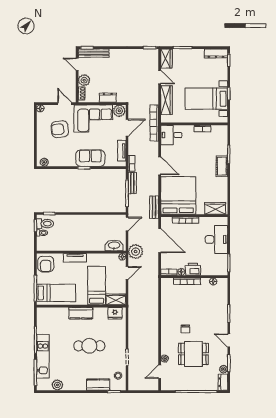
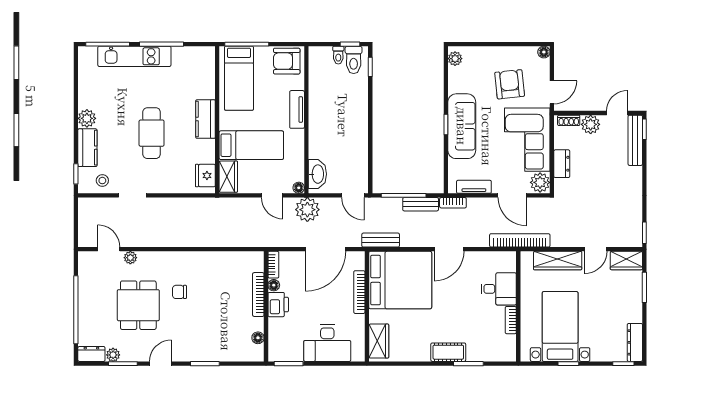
desk: (171, 135) -> (499, 289), moved, turned 90
sofa: (90, 158) -> (462, 126), width x1.36
plant: (57, 385) -> (87, 118), moved

